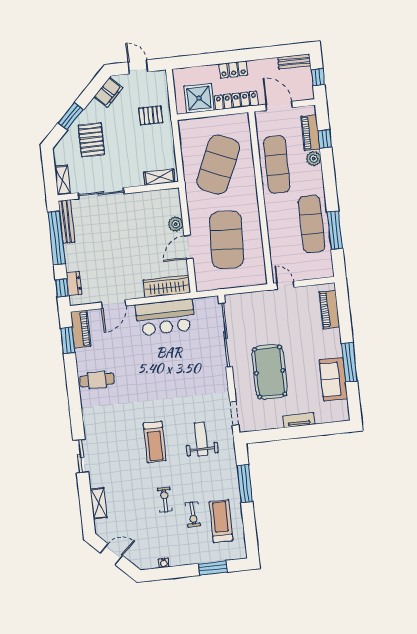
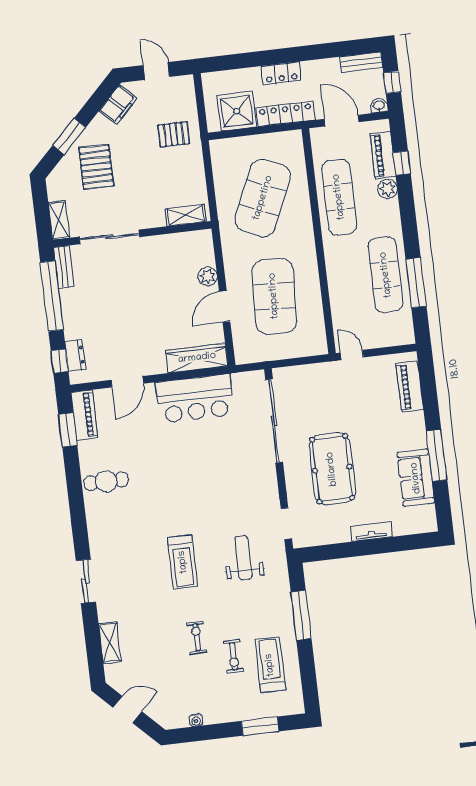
washbasin: (308, 95) -> (379, 106), added
bench: (67, 222) -> (64, 267), width x0.73

